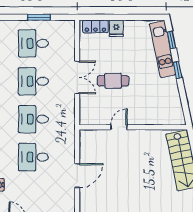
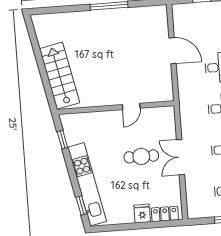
kitchen unit: (163, 49) -> (87, 184), width x1.36
window: (178, 70) -> (62, 140), moved
door: (77, 176) -> (172, 51), swing flipped

